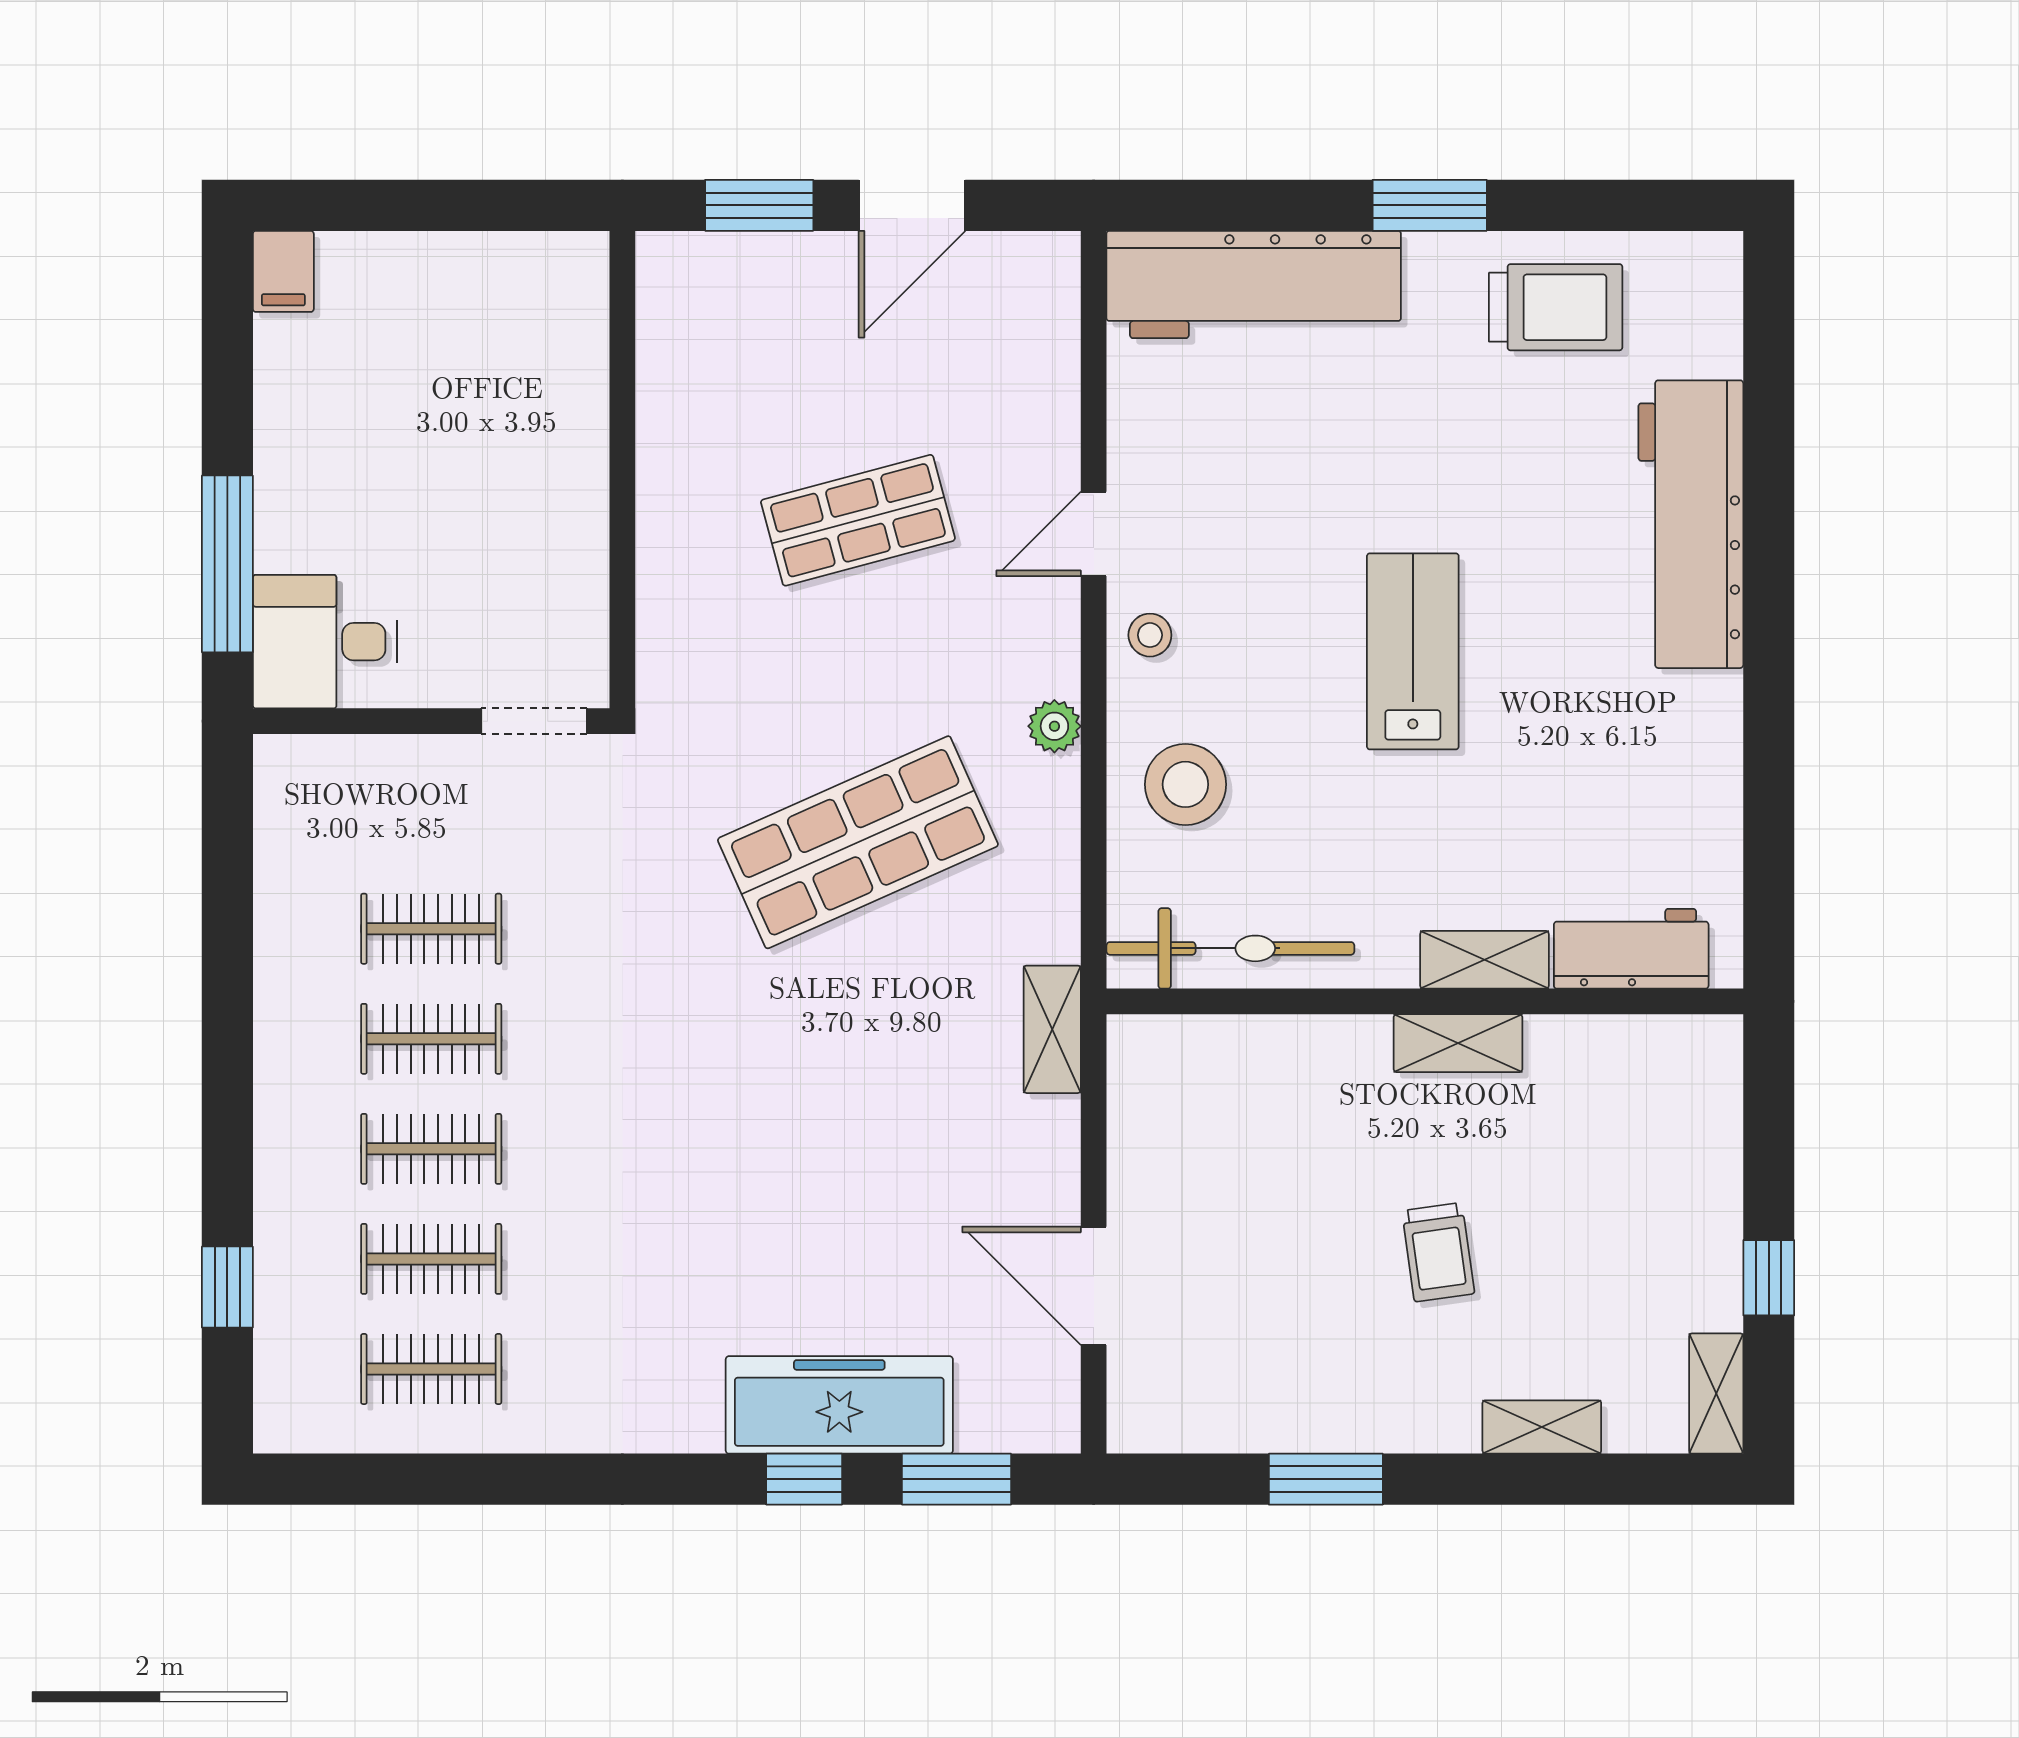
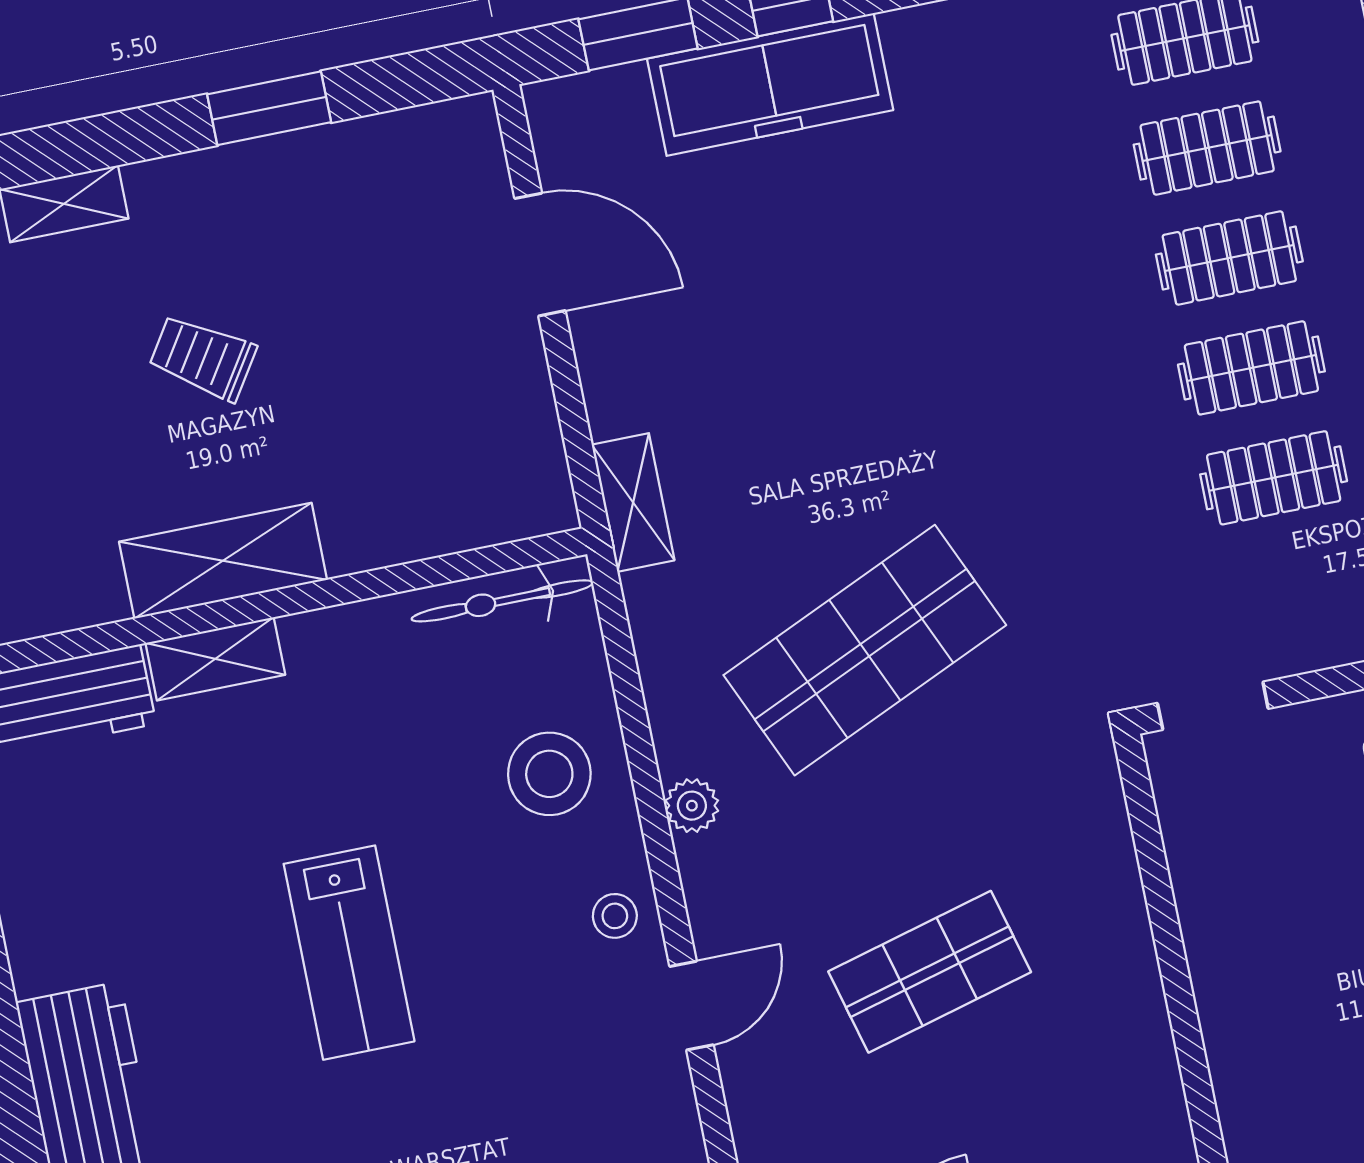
bicycle: (1230, 948) -> (502, 601), width x0.73, depth x0.71
shelving: (1458, 1043) -> (223, 561), width x1.50, depth x1.33
trolley: (1438, 1252) -> (203, 358), turned -49

